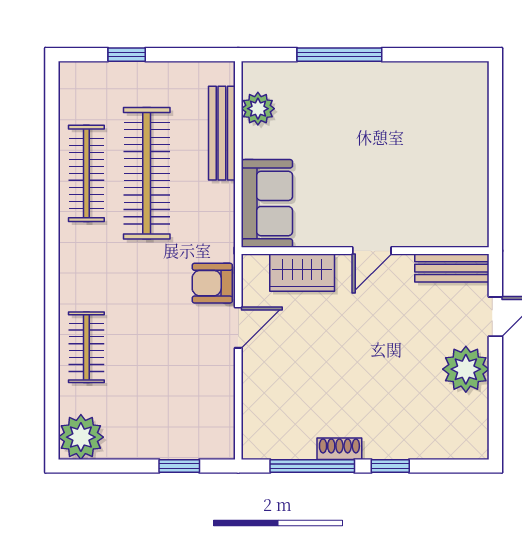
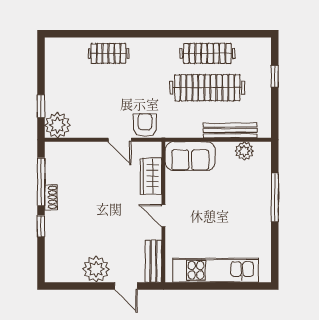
kitchen unit: (468, 159) -> (216, 270), added
plant: (81, 437) -> (57, 125), moved

